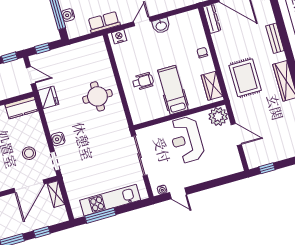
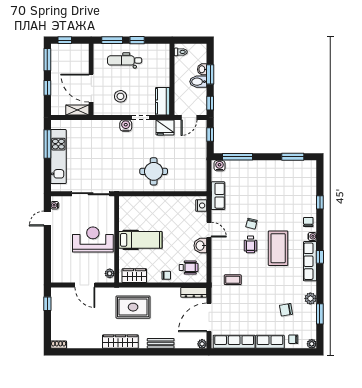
water cooler: (68, 15) -> (219, 166), moved
wheelchair: (143, 81) -> (189, 267), moved, turned -90
plant: (218, 116) -> (110, 273), width x0.53, depth x0.53
door: (236, 135) -> (85, 285), hinge flipped
doorway: (55, 161) -> (141, 118), moved

